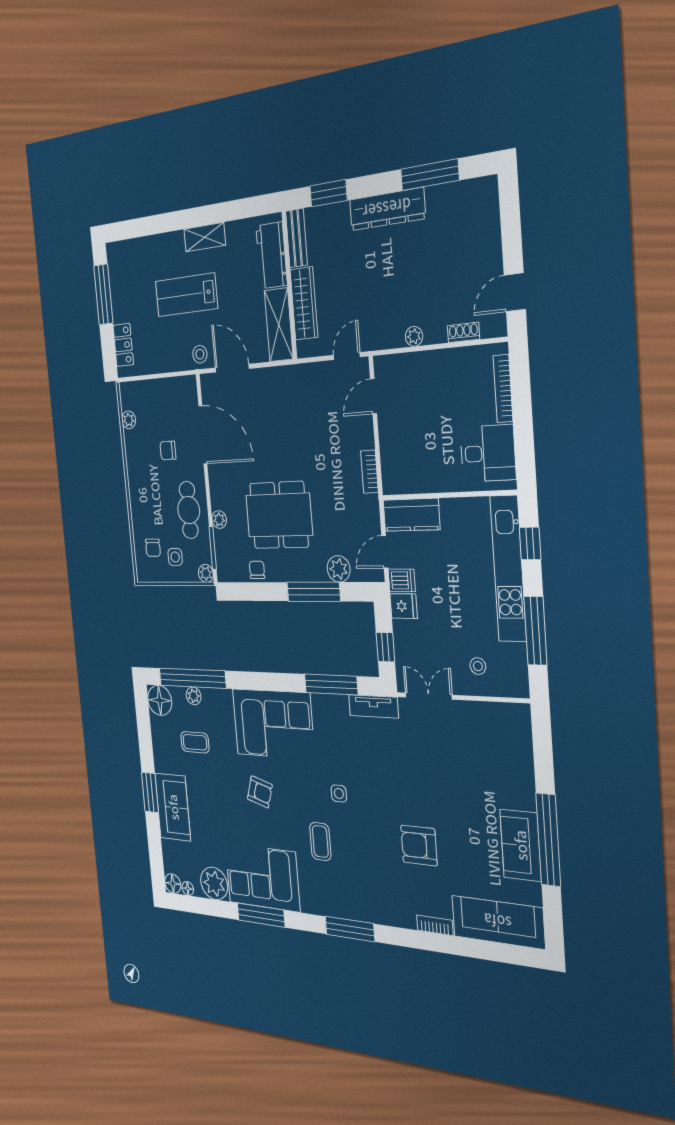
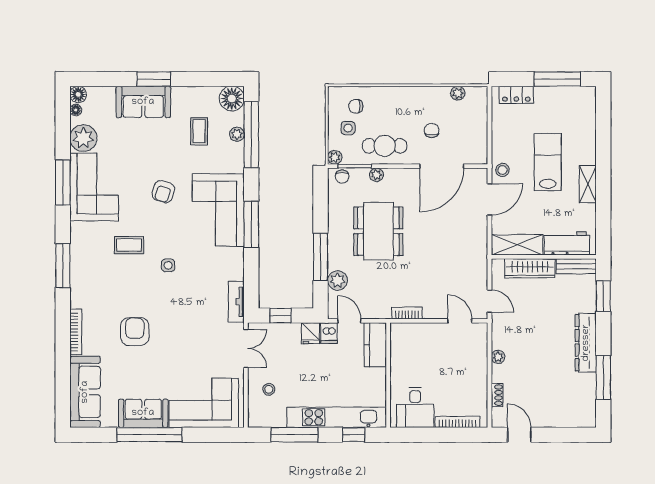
chair: (257, 570) -> (342, 177), moved, turned 90
window: (331, 684) -> (251, 224), moved
corner sofa: (501, 759) -> (204, 403), added
bookcase: (435, 925) -> (76, 332), width x1.56

